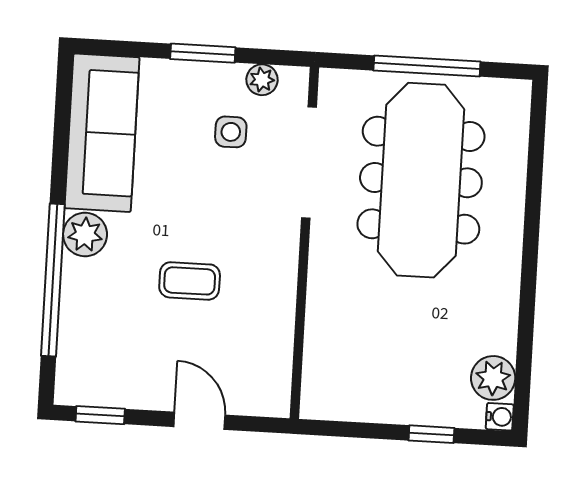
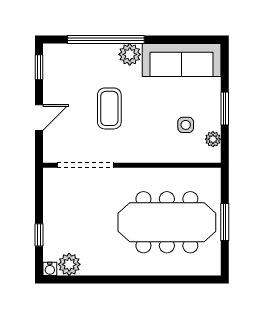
window: (427, 66) -> (225, 222), width x0.69
doorway: (309, 163) -> (85, 165), moved
coffee table: (190, 281) -> (109, 108), width x1.36, depth x1.30

